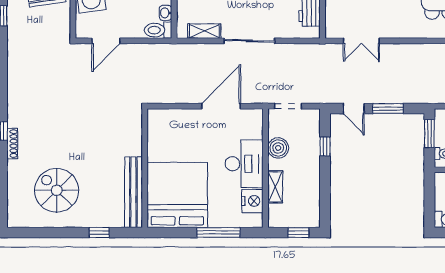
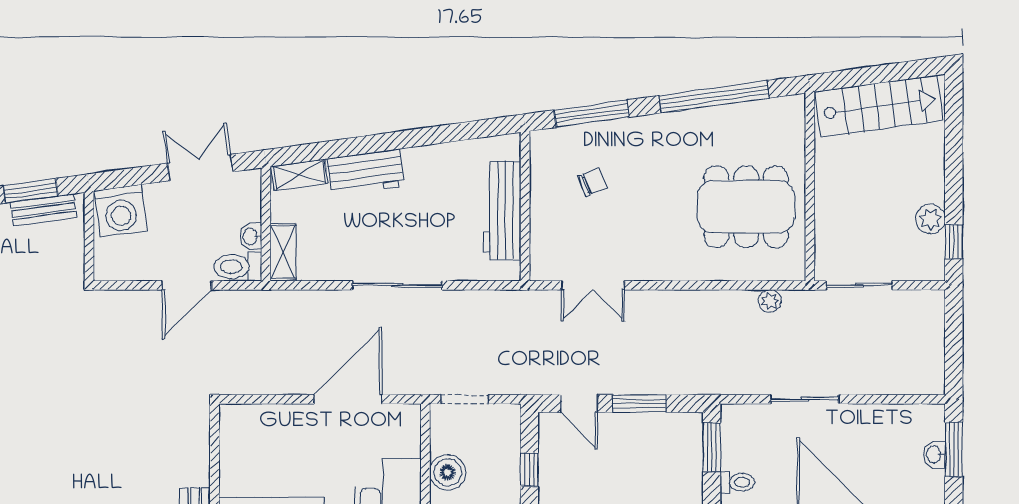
shelving: (204, 31) -> (283, 252), moved, turned 90
door: (106, 41) -> (187, 285), moved

